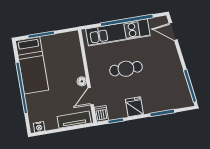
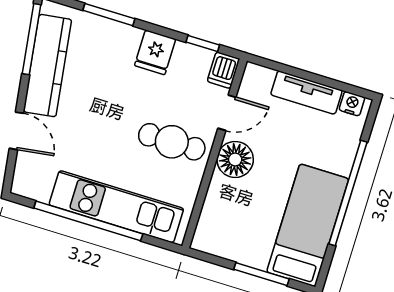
door: (173, 31) -> (16, 131), moved
cafe table: (126, 69) -> (172, 142), moved
kitchen counter: (178, 78) -> (47, 66), added
floor lamp: (82, 81) -> (235, 159), width x1.89, depth x1.89
tv unit: (74, 120) -> (306, 93), moved

